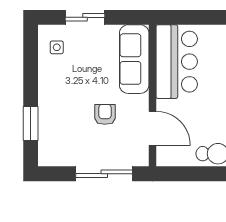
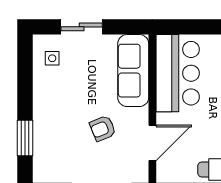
armchair: (105, 114) -> (103, 128), turned -112
door: (153, 128) -> (152, 143), hinge flipped

